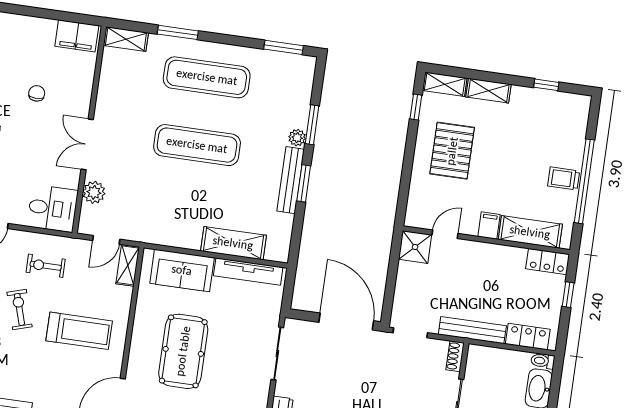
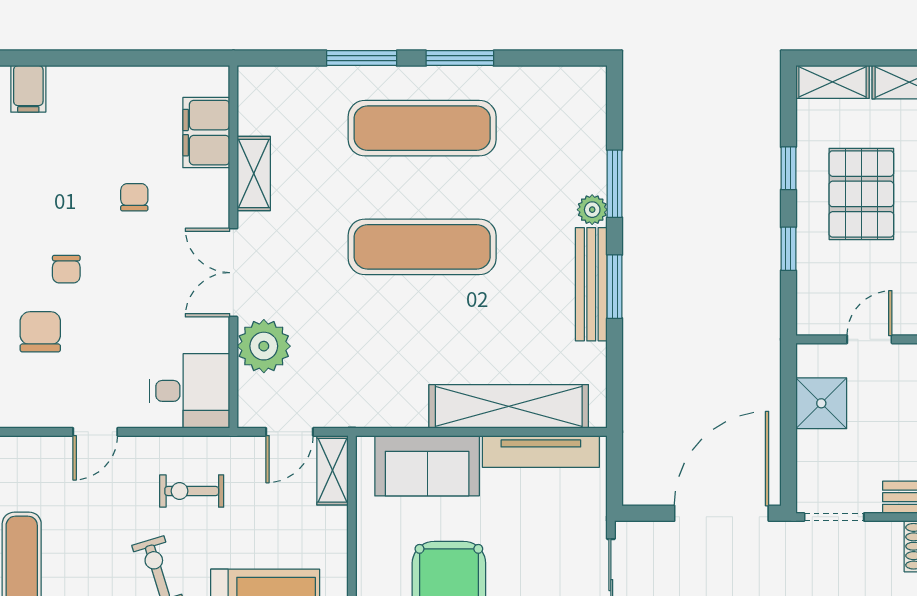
filing cabinet: (77, 36) -> (206, 133), moved, turned 90
shelving: (126, 39) -> (254, 173), moved, turned 90
window: (283, 47) -> (460, 58), moved
window: (416, 107) -> (788, 168), moved
window: (406, 176) -> (788, 249), added
plant: (94, 192) -> (264, 346), width x1.36, depth x1.36
shelving: (233, 243) -> (509, 406), width x1.47
shower: (415, 247) -> (821, 403), moved
door: (346, 322) -> (721, 513), hinge flipped

